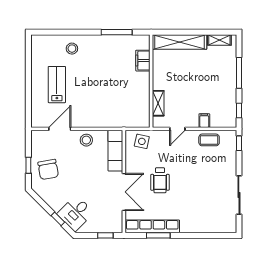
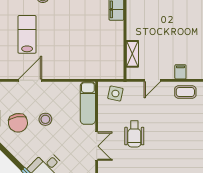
stool: (86, 140) -> (45, 119), moved
double door: (124, 192) -> (97, 146), width x0.73

